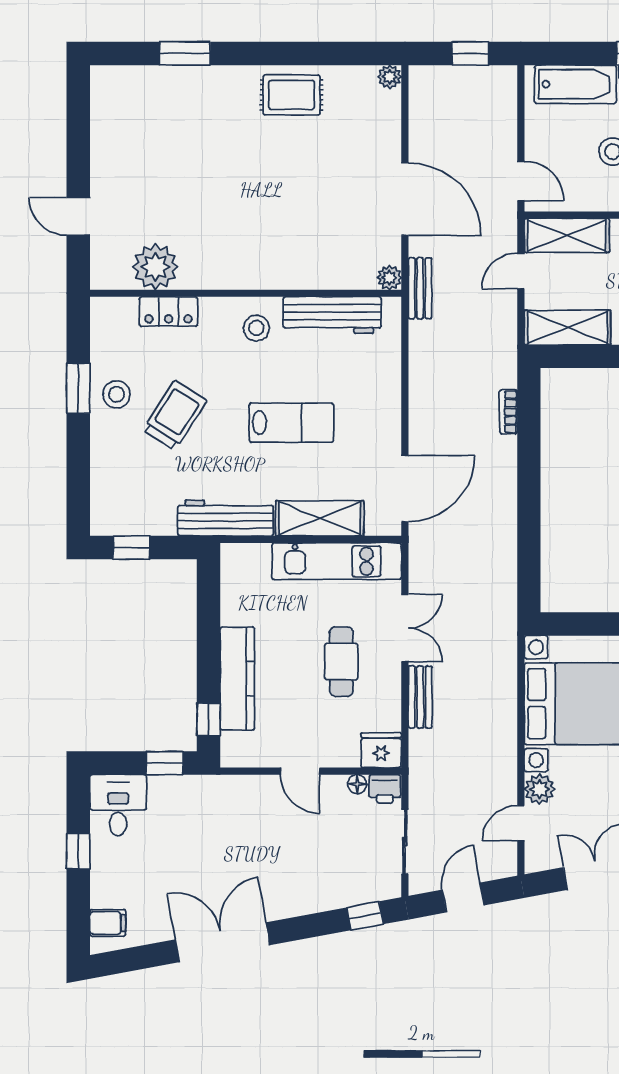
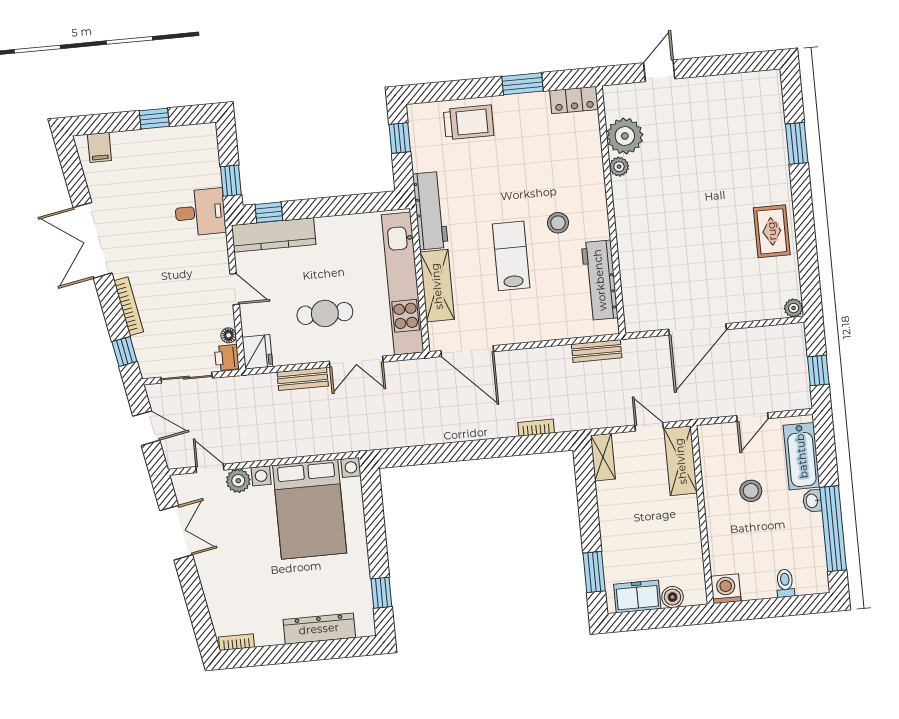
door: (521, 181) -> (752, 417), moved
plant: (389, 278) -> (619, 167), moved
bench: (420, 288) -> (597, 351), moved
locker: (169, 312) -> (574, 100), moved, turned -90
stool: (256, 328) -> (558, 223), moved
shelving: (568, 328) -> (603, 457), width x0.67, depth x0.75
stool: (117, 394) -> (520, 115), removed
trolley: (175, 415) -> (469, 122), moved, turned -33
lab bench: (291, 423) -> (511, 256), turned 180
kitchen unit: (337, 561) -> (403, 283), width x1.36
kitchen counter: (237, 679) -> (274, 235), moved
door: (300, 771) -> (235, 289), swing flipped
desk: (118, 805) -> (200, 212), moved
bookcase: (309, 905) -> (129, 306), added
double door: (223, 942) -> (93, 240), swing flipped

